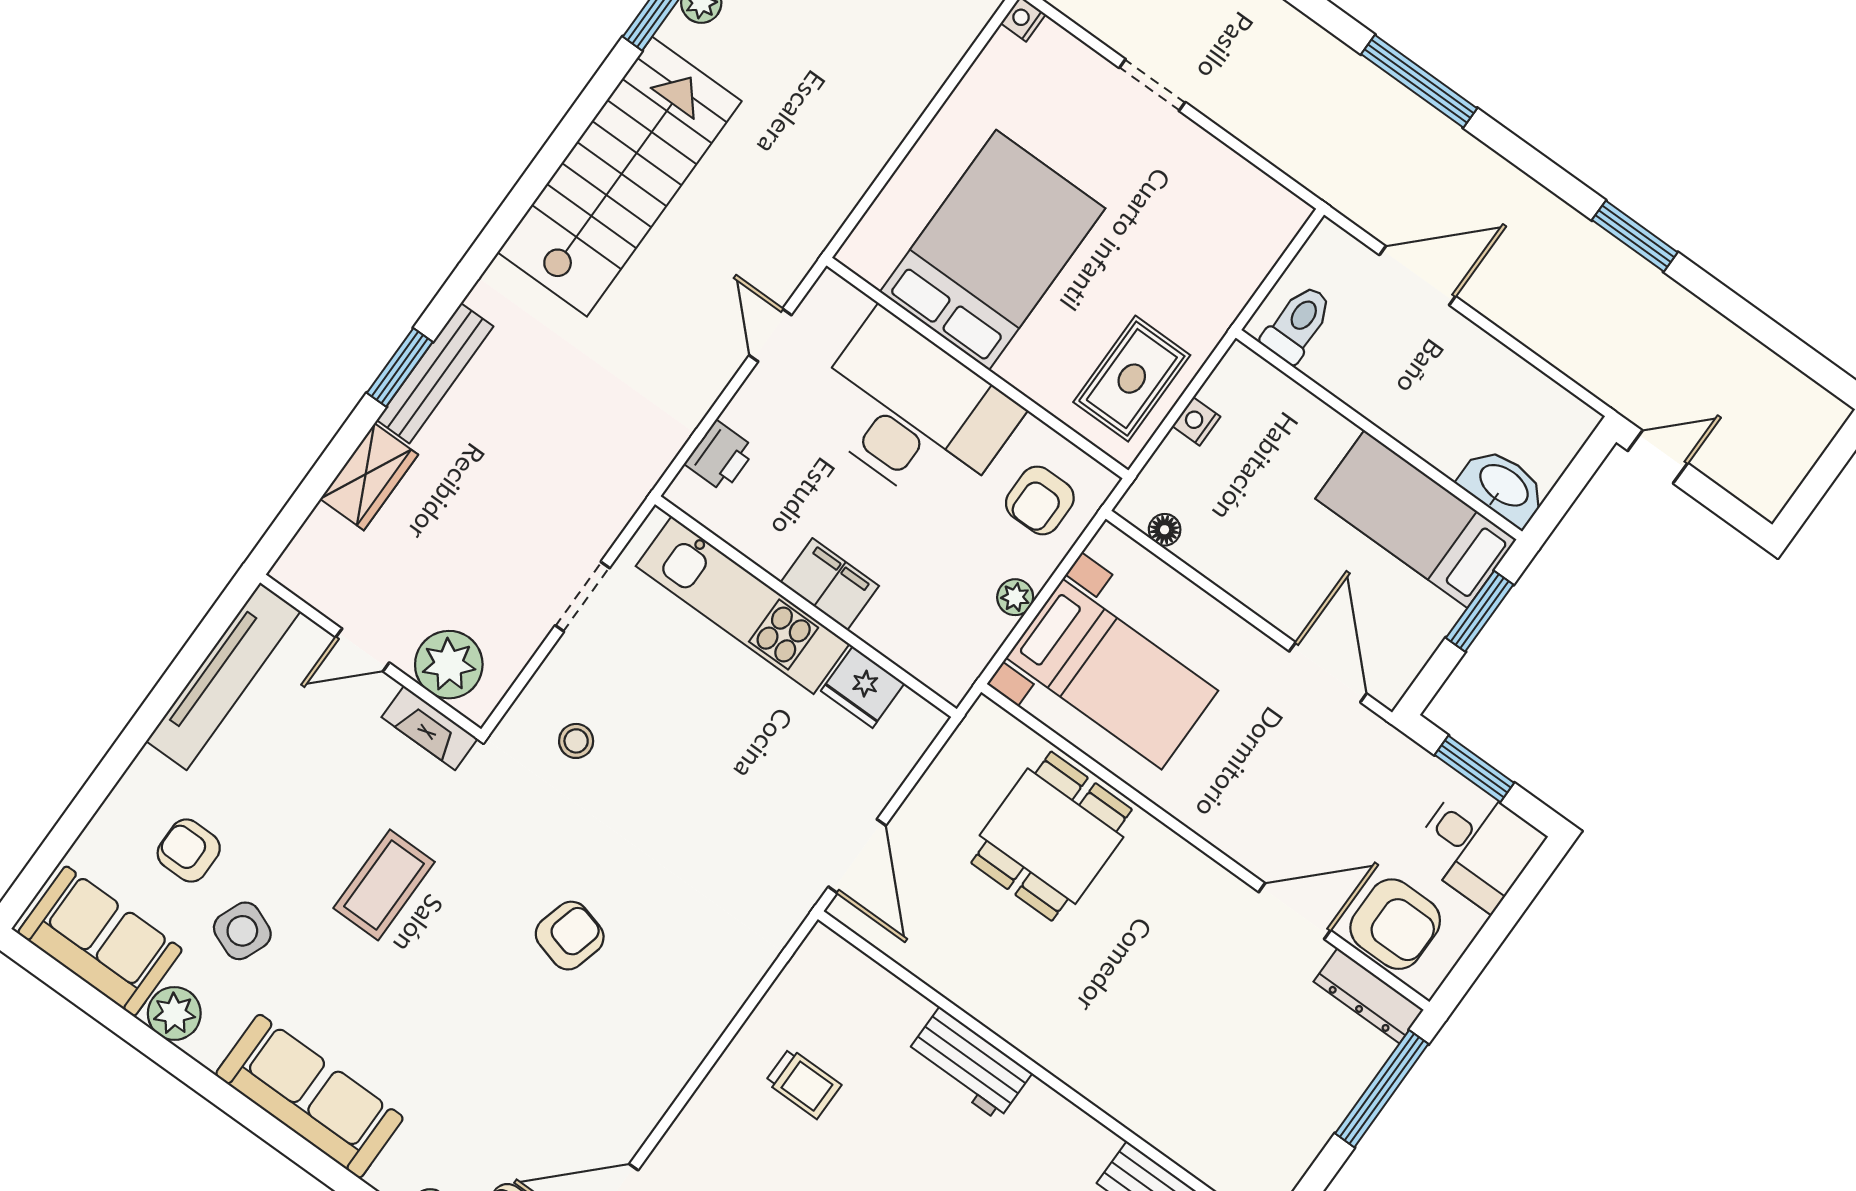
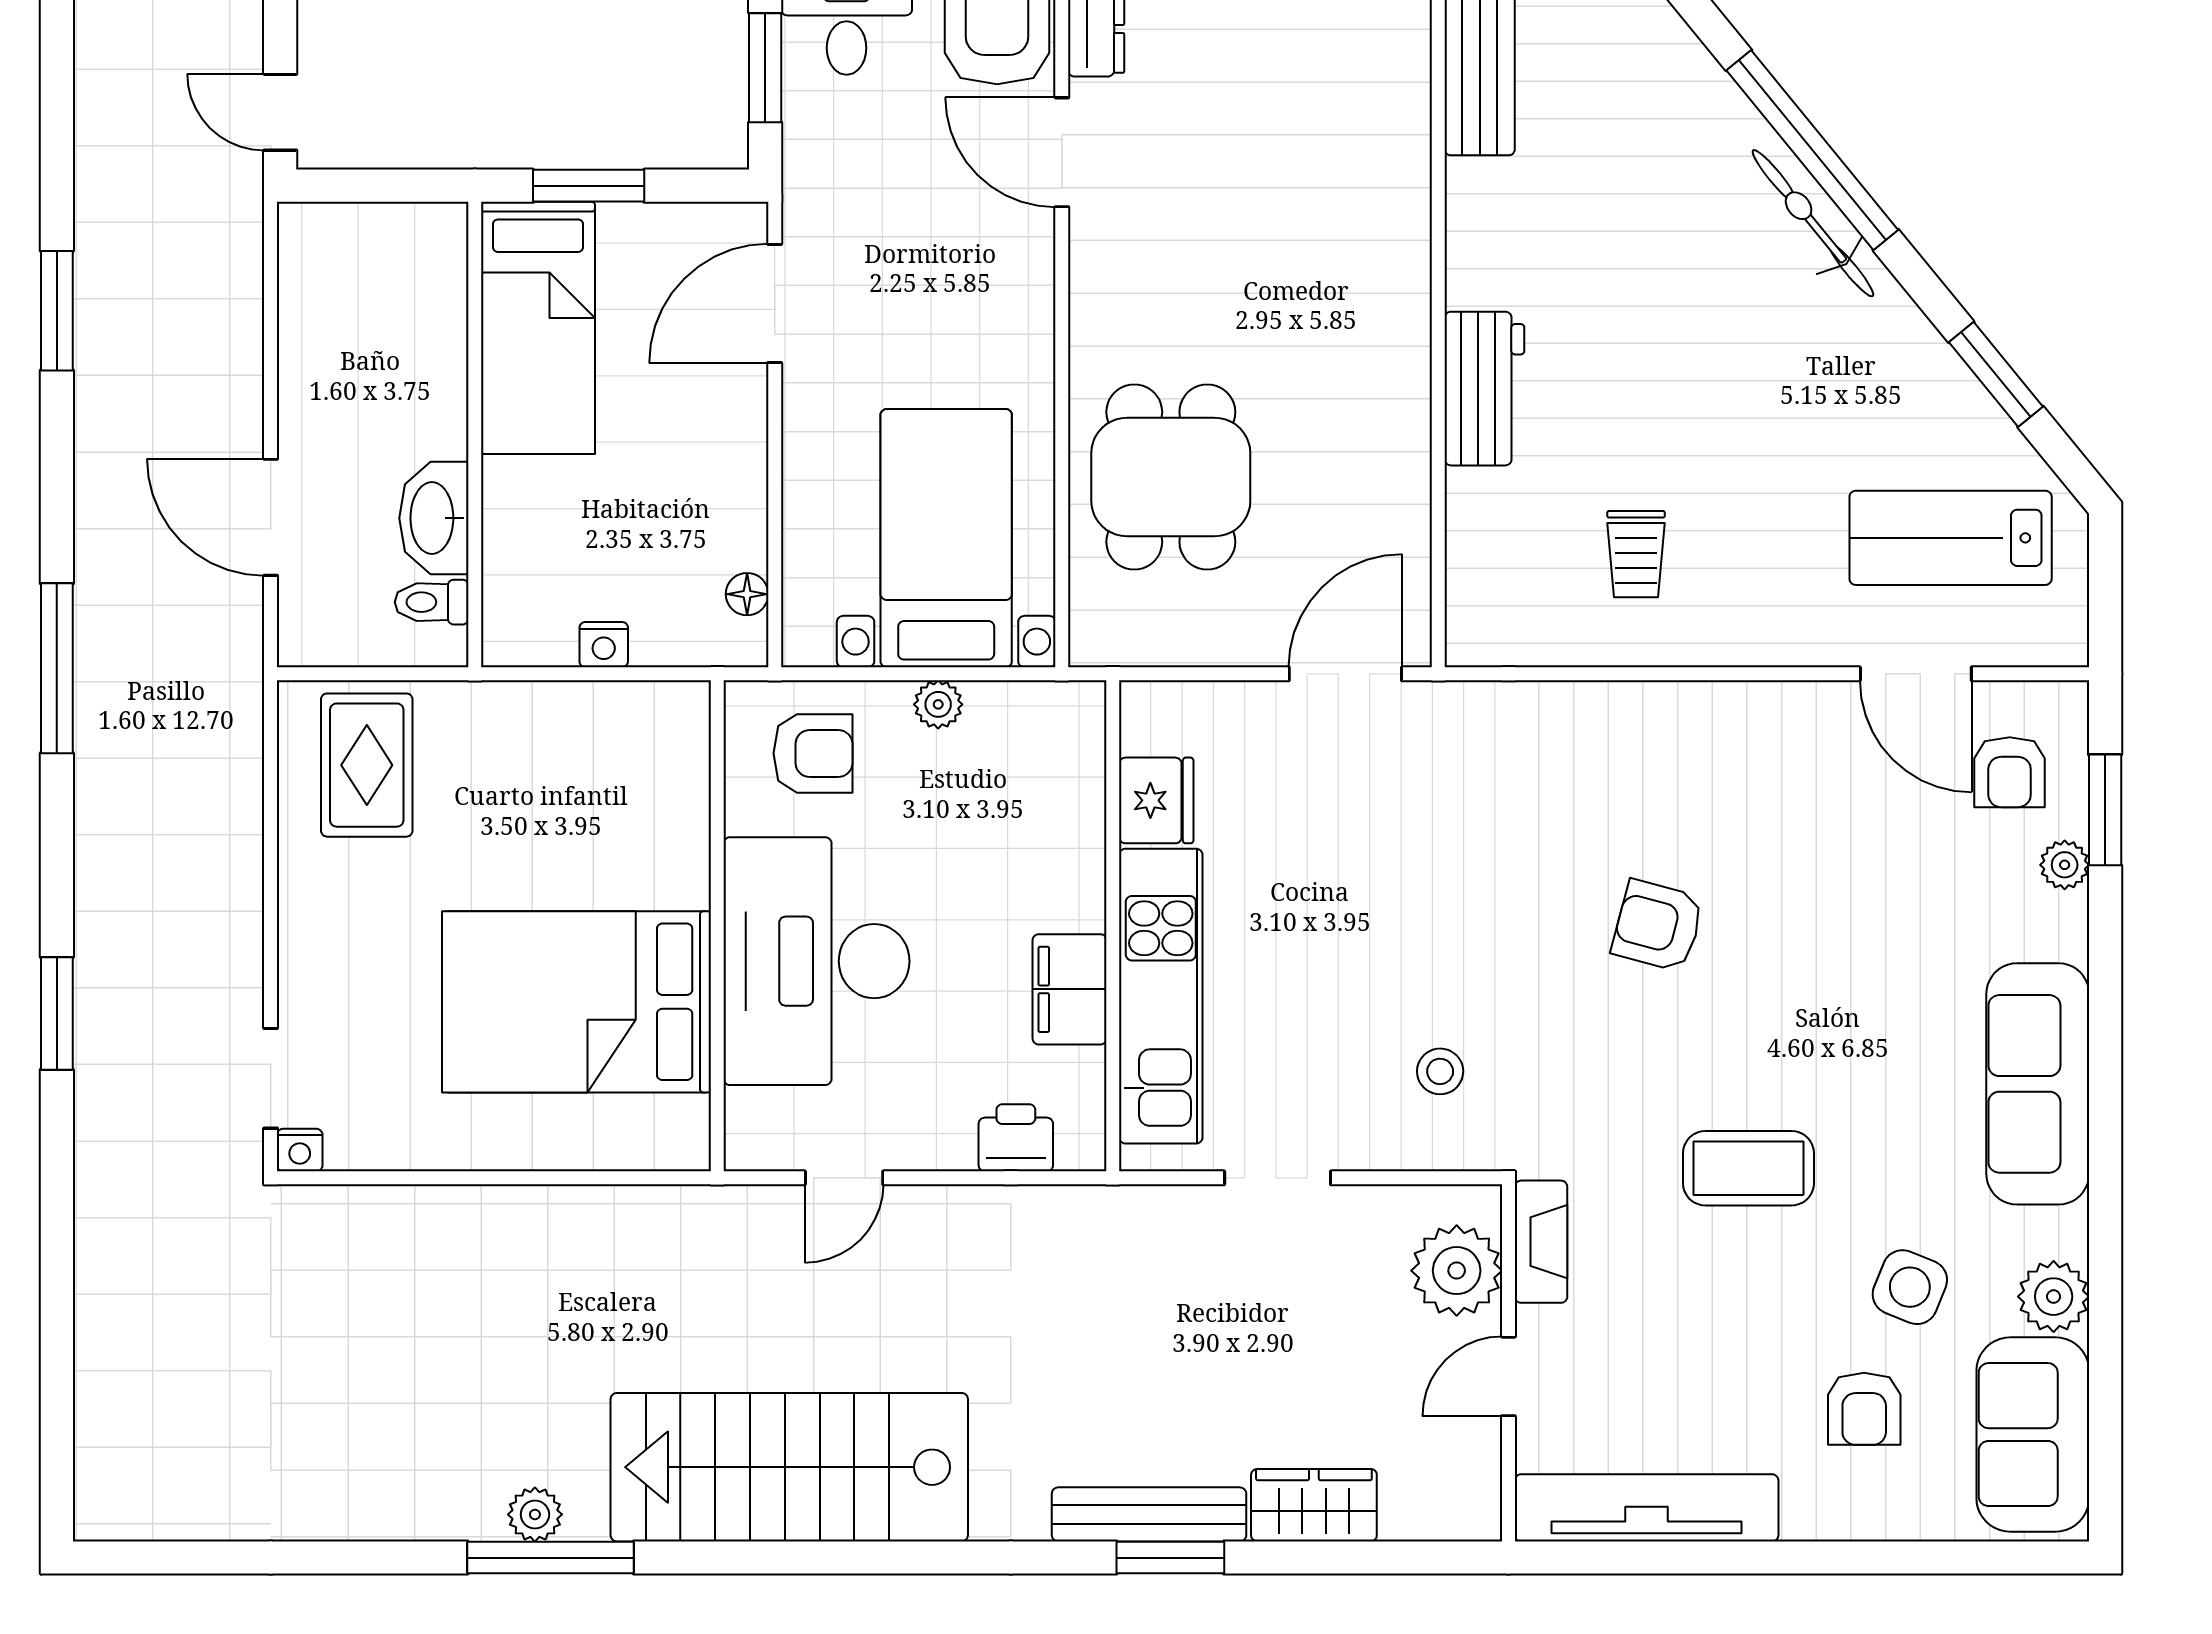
doorway: (1152, 85) -> (271, 1078), moved
toilet: (1298, 324) -> (432, 602), width x0.73, depth x0.72
rug: (1132, 379) -> (367, 765), moved, turned 90
washbasin: (1503, 487) -> (434, 518), moved
filing cabinet: (830, 584) -> (1070, 989), moved
door: (362, 650) -> (1508, 1376), swing flipped
dining table: (1052, 836) -> (1171, 477), turned 90
trolley: (803, 1083) -> (1636, 554), turned 180

